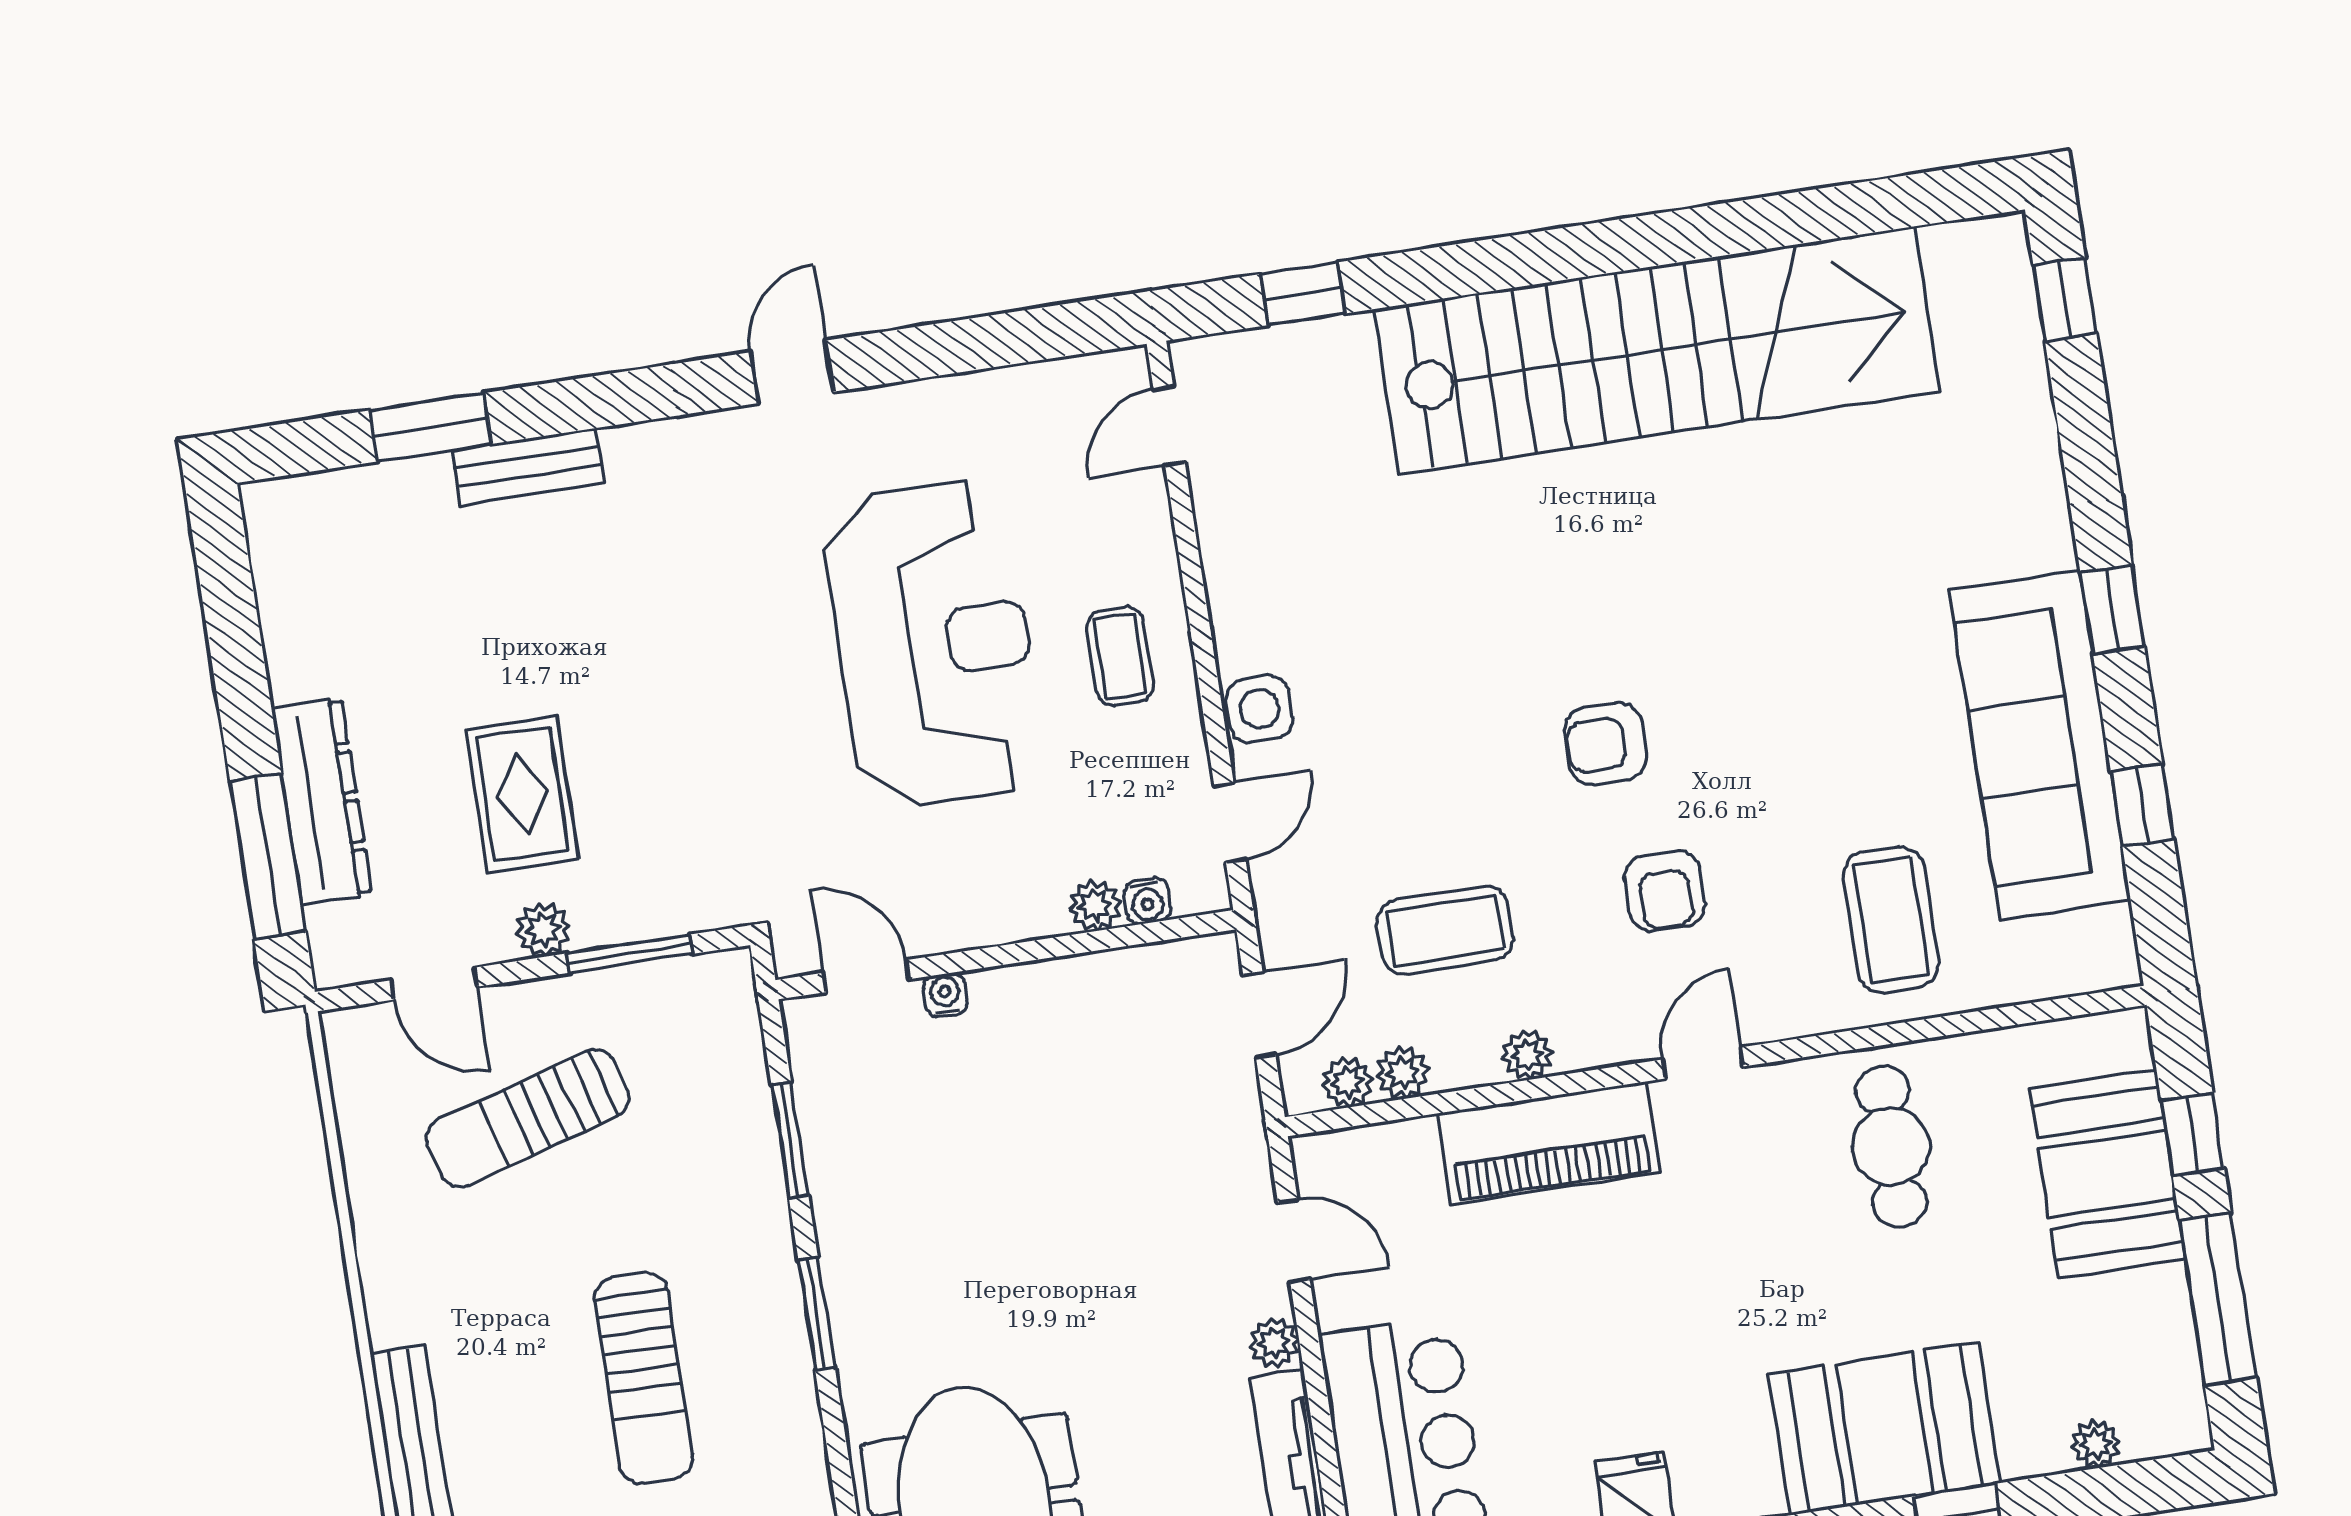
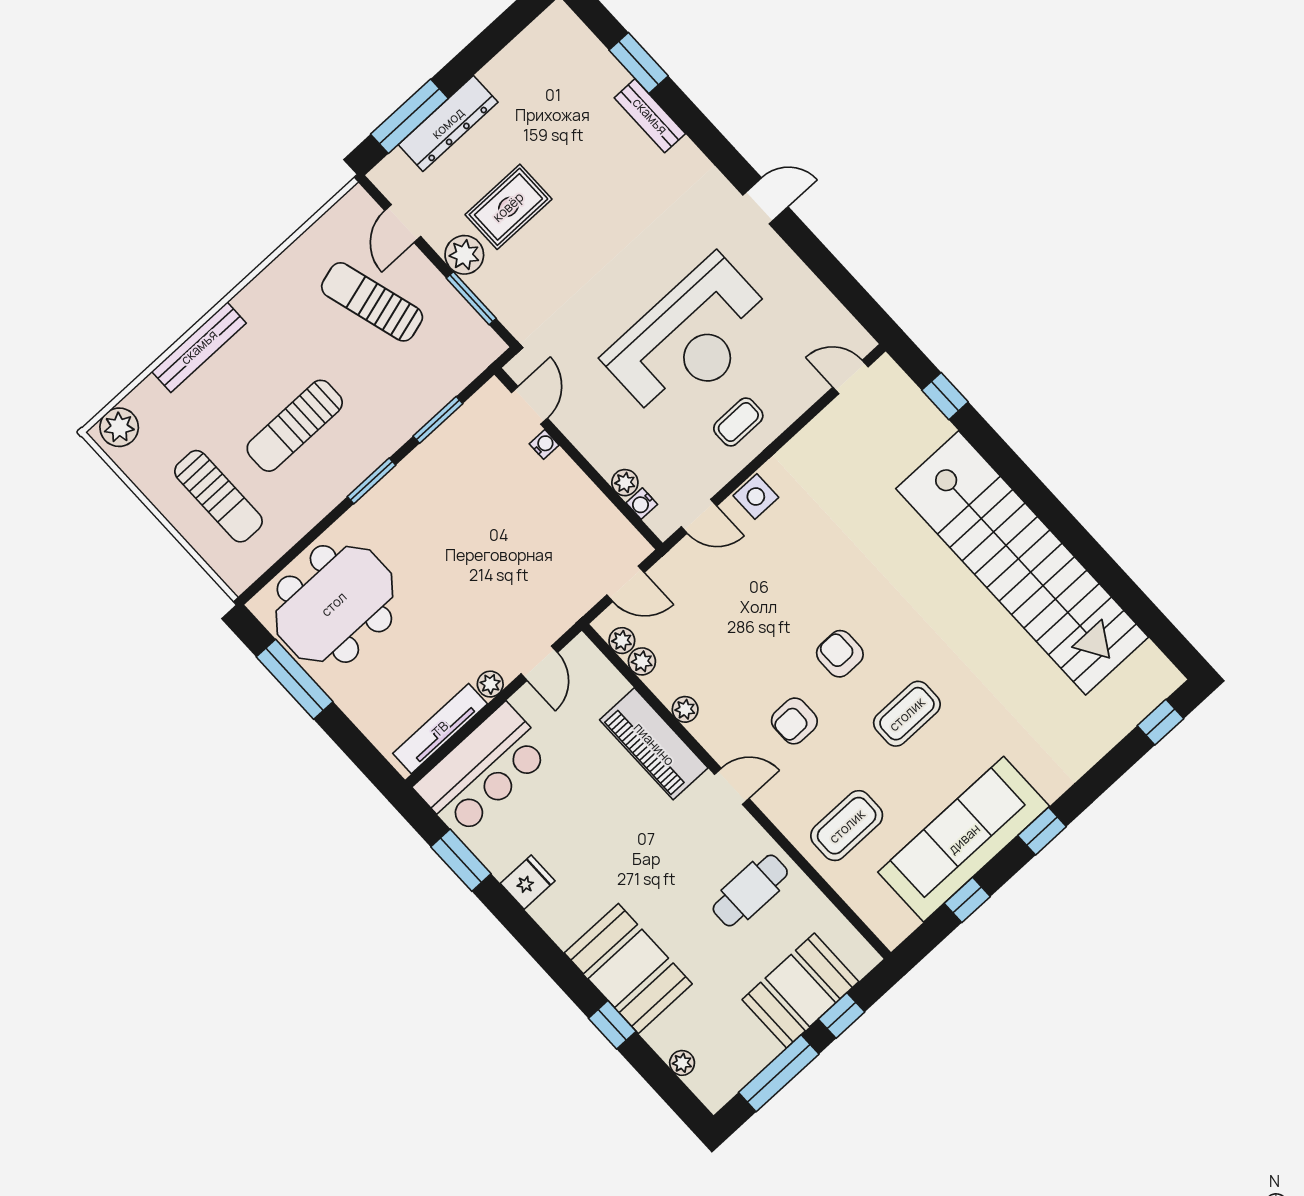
plant: (543, 929) -> (464, 255), width x1.38, depth x1.38
coffee table: (1445, 930) -> (907, 714), moved, turned 90

